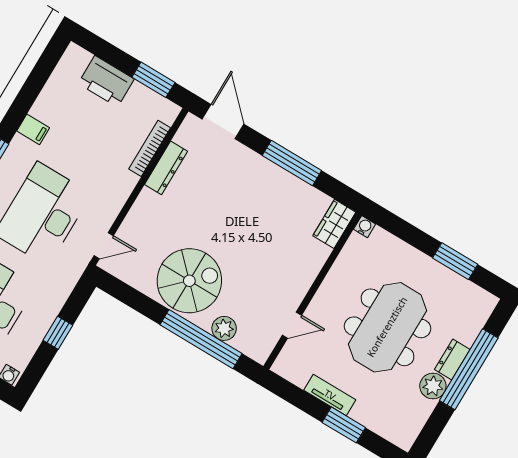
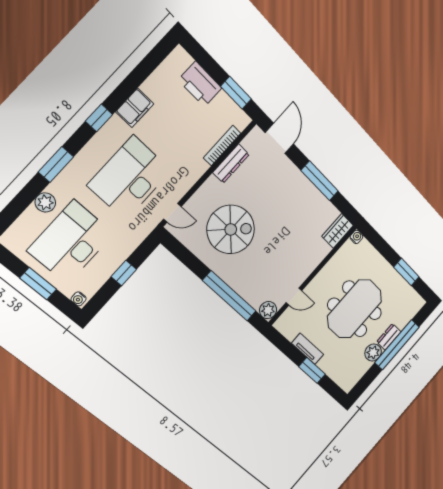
filing cabinet: (33, 129) -> (135, 108), width x2.00
spiral stairs: (189, 281) -> (231, 229), moved
plant: (224, 328) -> (268, 310), moved

